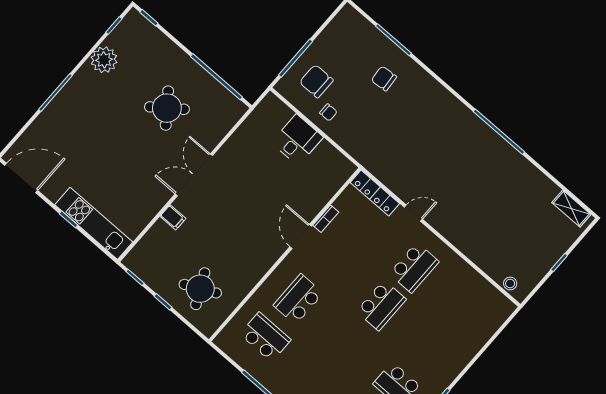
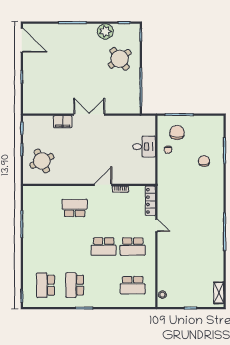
round table: (167, 108) -> (120, 59), moved
filing cabinet: (173, 217) -> (63, 122), width x2.00
kitchen unit: (94, 223) -> (30, 89), removed
school desk: (265, 337) -> (133, 285), moved, turned 90

